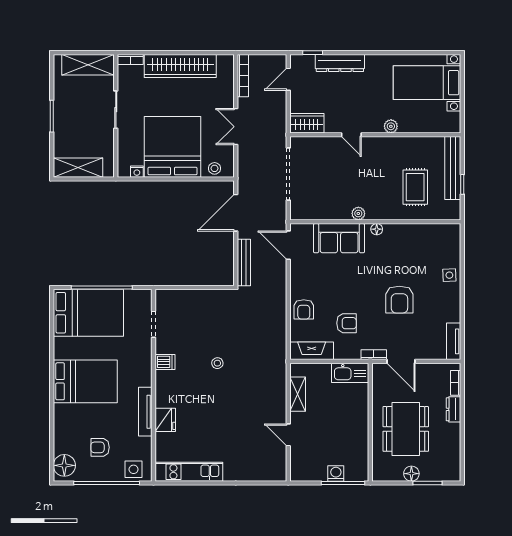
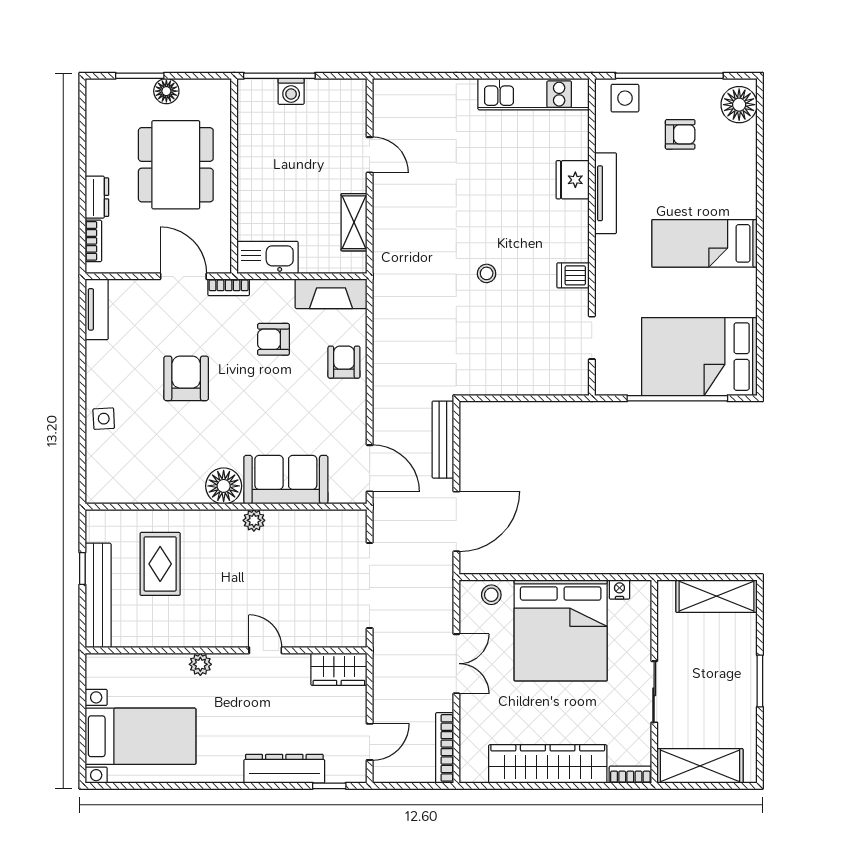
floor lamp: (377, 229) -> (224, 486), width x1.89, depth x1.89
bed: (85, 381) -> (705, 243), width x0.67

